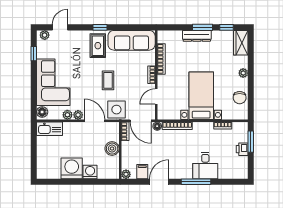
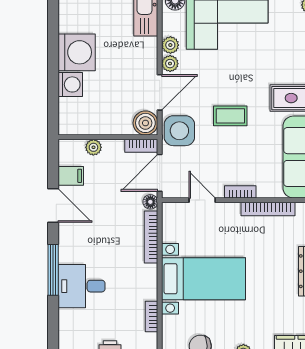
boiler: (112, 149) -> (145, 123), moved
plant: (126, 174) -> (93, 147), moved

